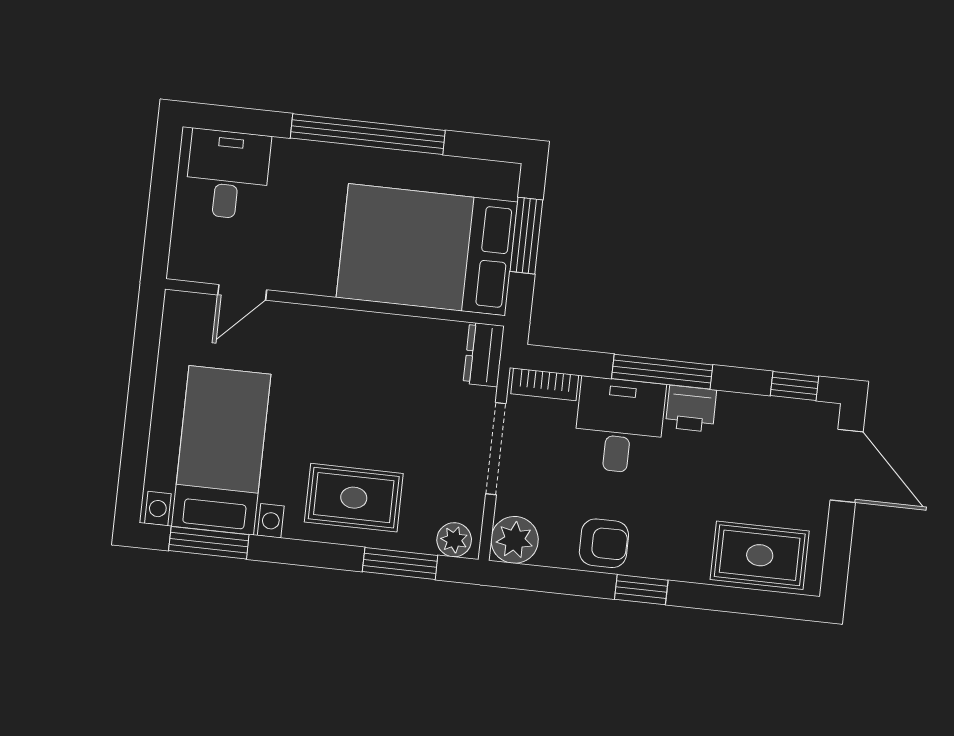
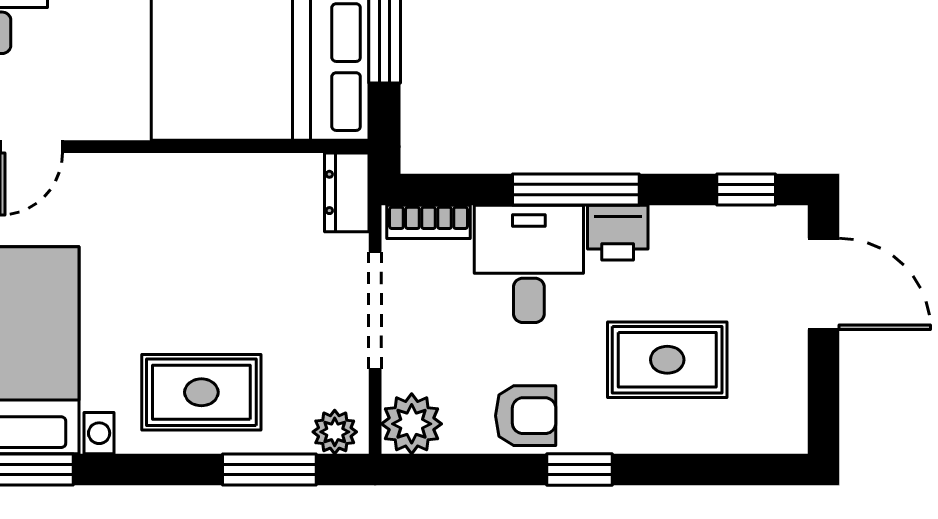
rug: (760, 555) -> (667, 360), moved

